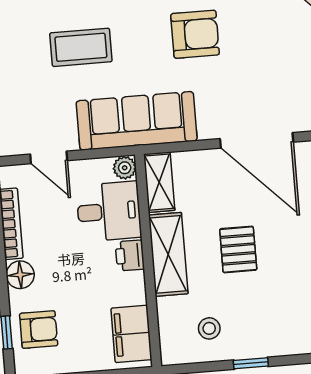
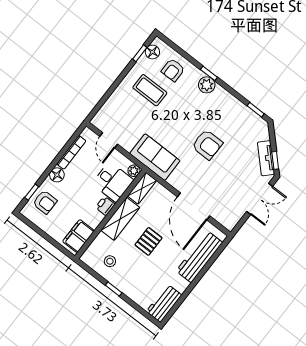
coffee table: (81, 47) -> (150, 90), moved
sofa: (137, 121) -> (155, 157), width x0.73

